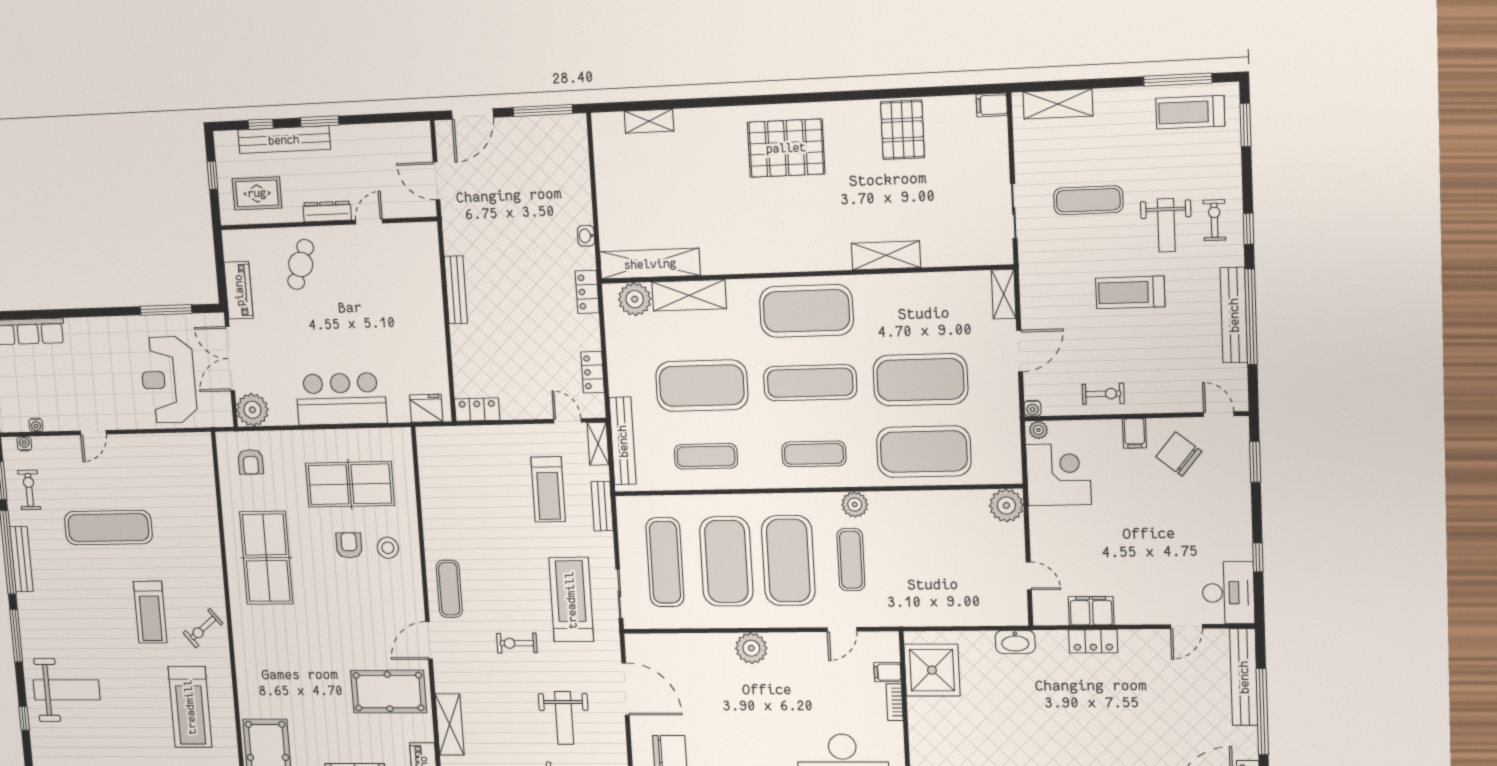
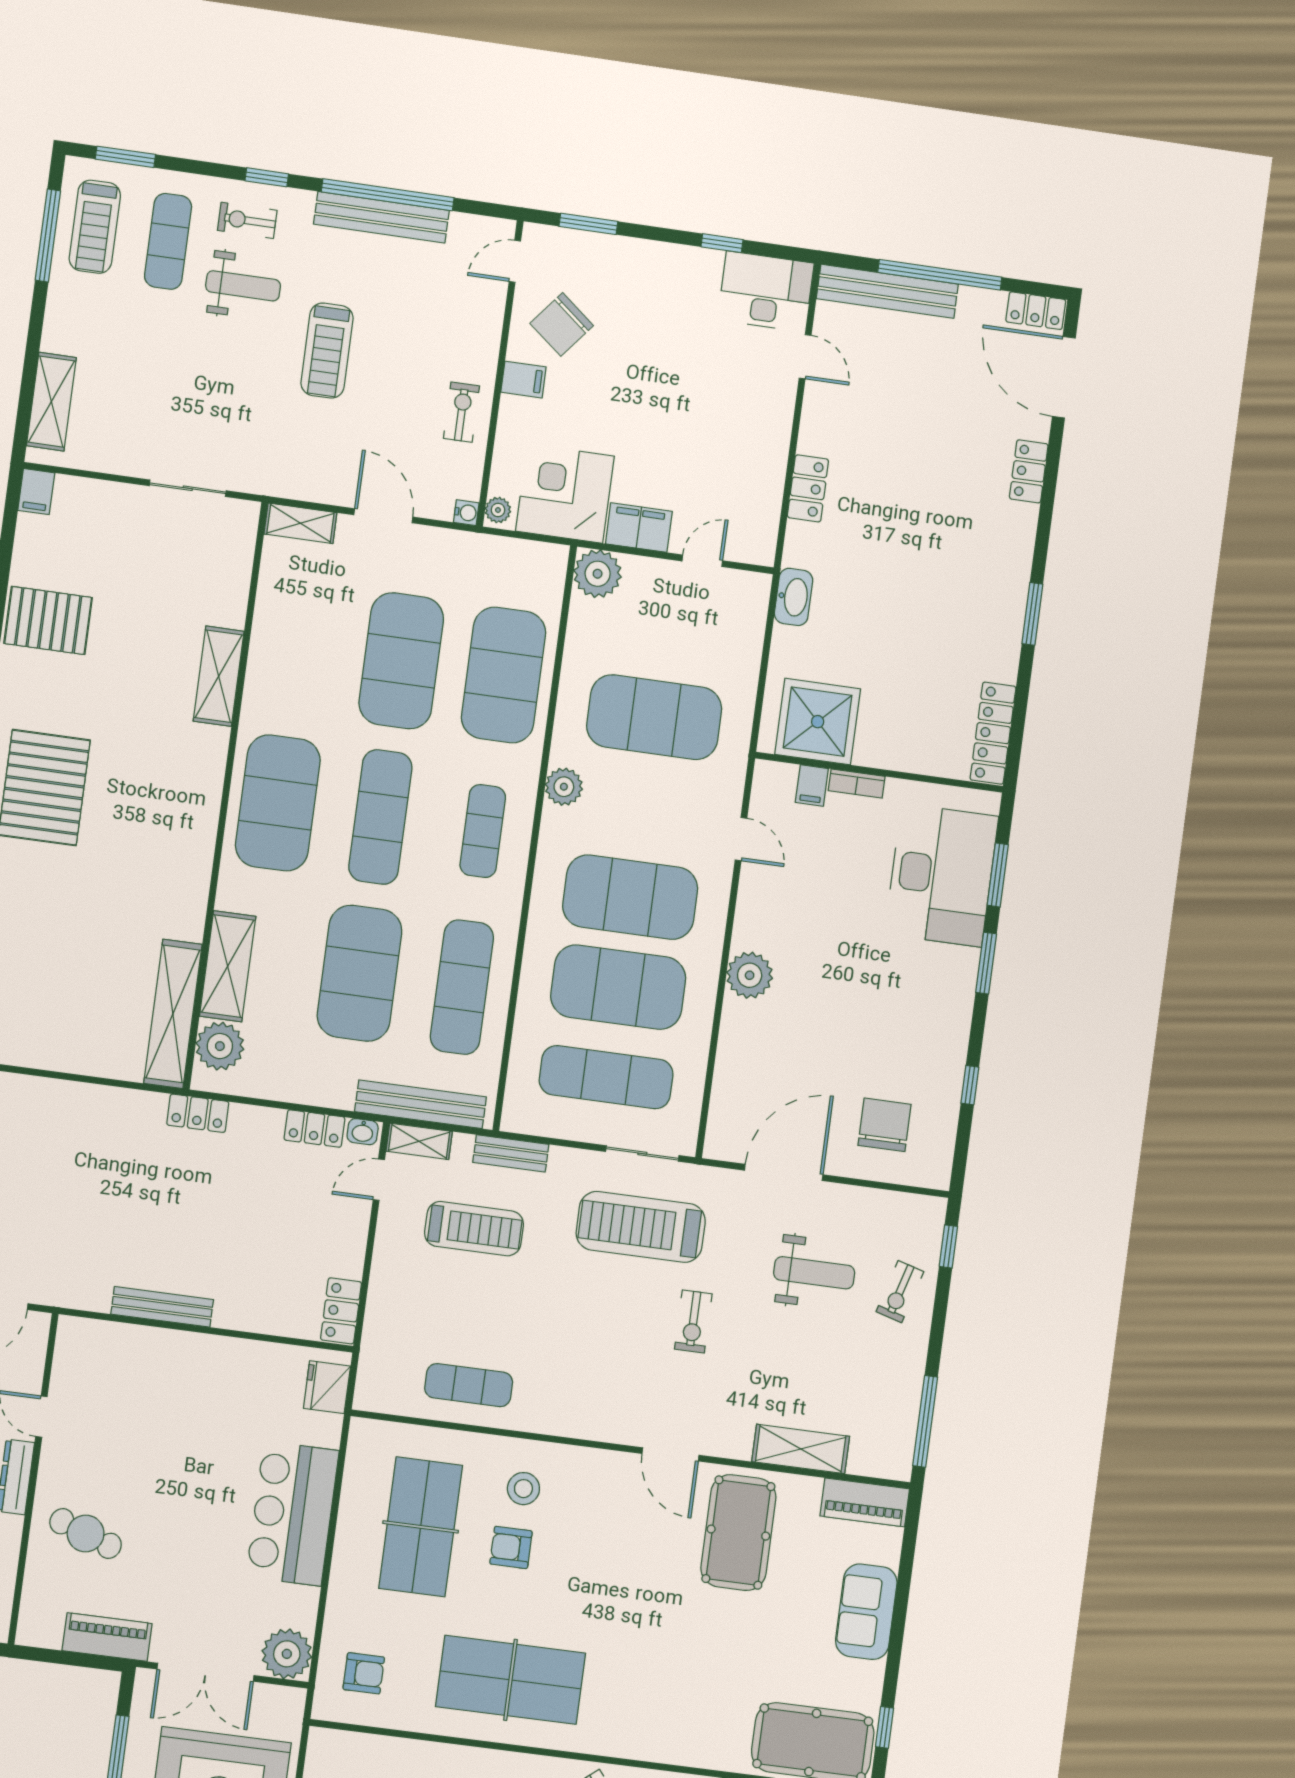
exercise mat: (1088, 200) -> (168, 241), moved
washbasin: (586, 236) -> (363, 1132), moved
exercise mat: (706, 456) -> (462, 987), width x1.36, depth x1.45
exercise mat: (851, 560) -> (654, 717), moved, width x2.00, depth x1.45
exercise mat: (449, 589) -> (469, 1385), moved
filing cabinet: (1091, 611) -> (639, 528), moved, turned 90

